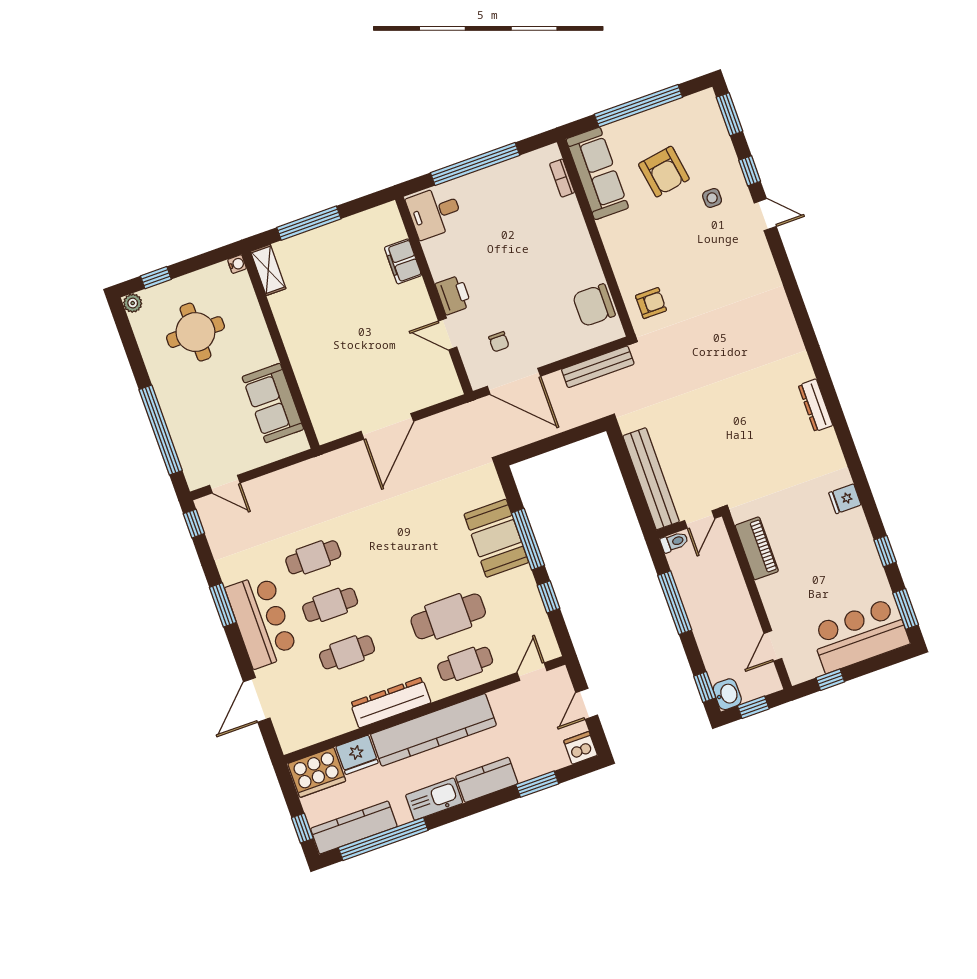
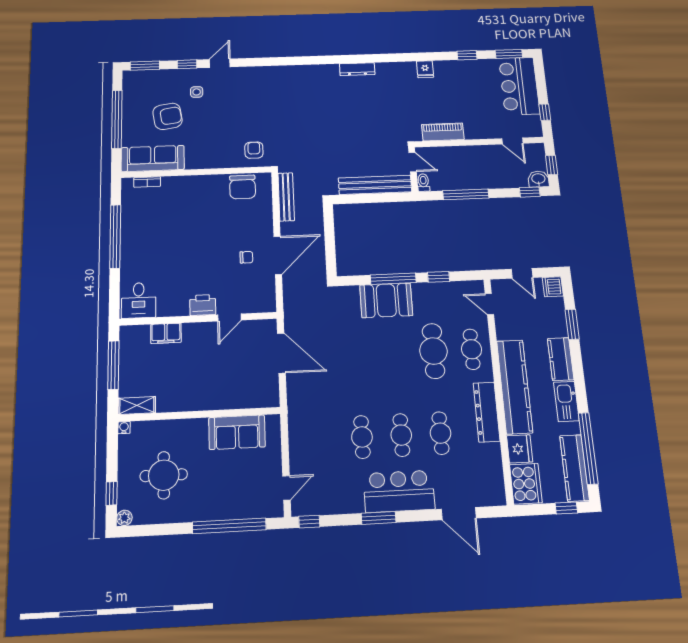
desk: (435, 212) -> (139, 300), moved
filing cabinet: (403, 261) -> (166, 333), moved
wall: (434, 295) -> (198, 319), moved
printer: (453, 295) -> (203, 305), moved
door: (448, 334) -> (229, 317), moved

